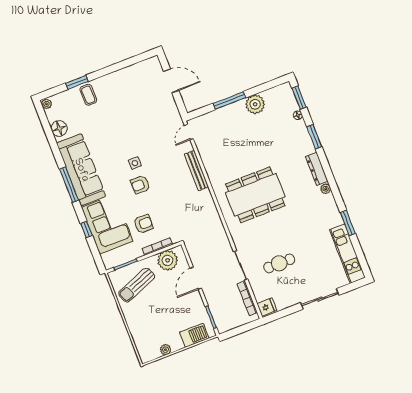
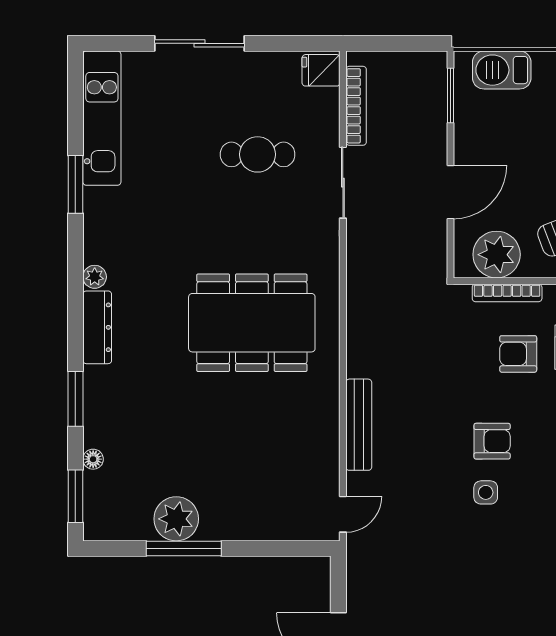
window: (229, 100) -> (184, 548), moved

